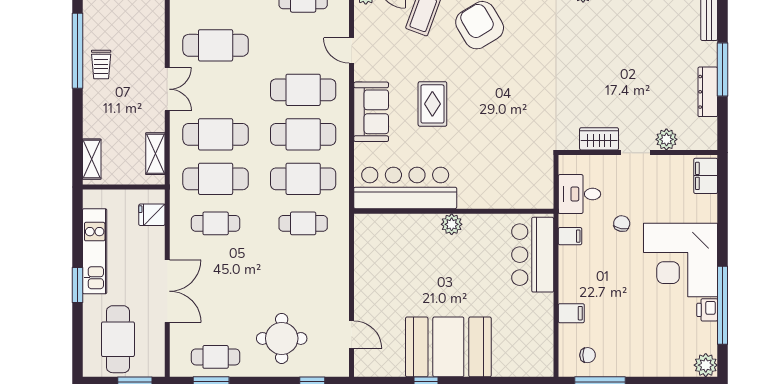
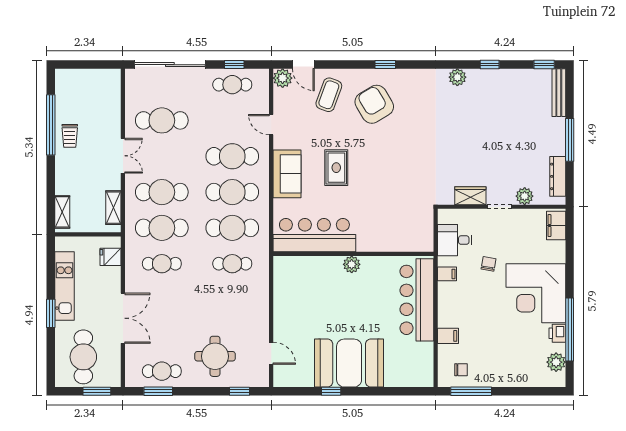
dresser: (708, 92) -> (558, 176), moved
bar counter: (533, 255) -> (417, 300), width x1.36
plant: (706, 365) -> (556, 362), moved

